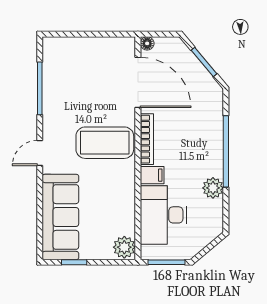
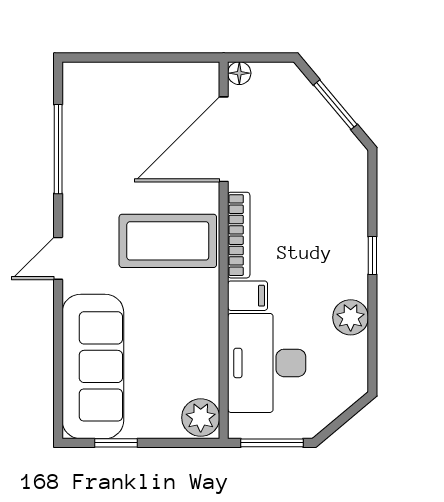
door: (138, 82) -> (224, 139), swing flipped
window: (226, 151) -> (372, 256), width x0.32

